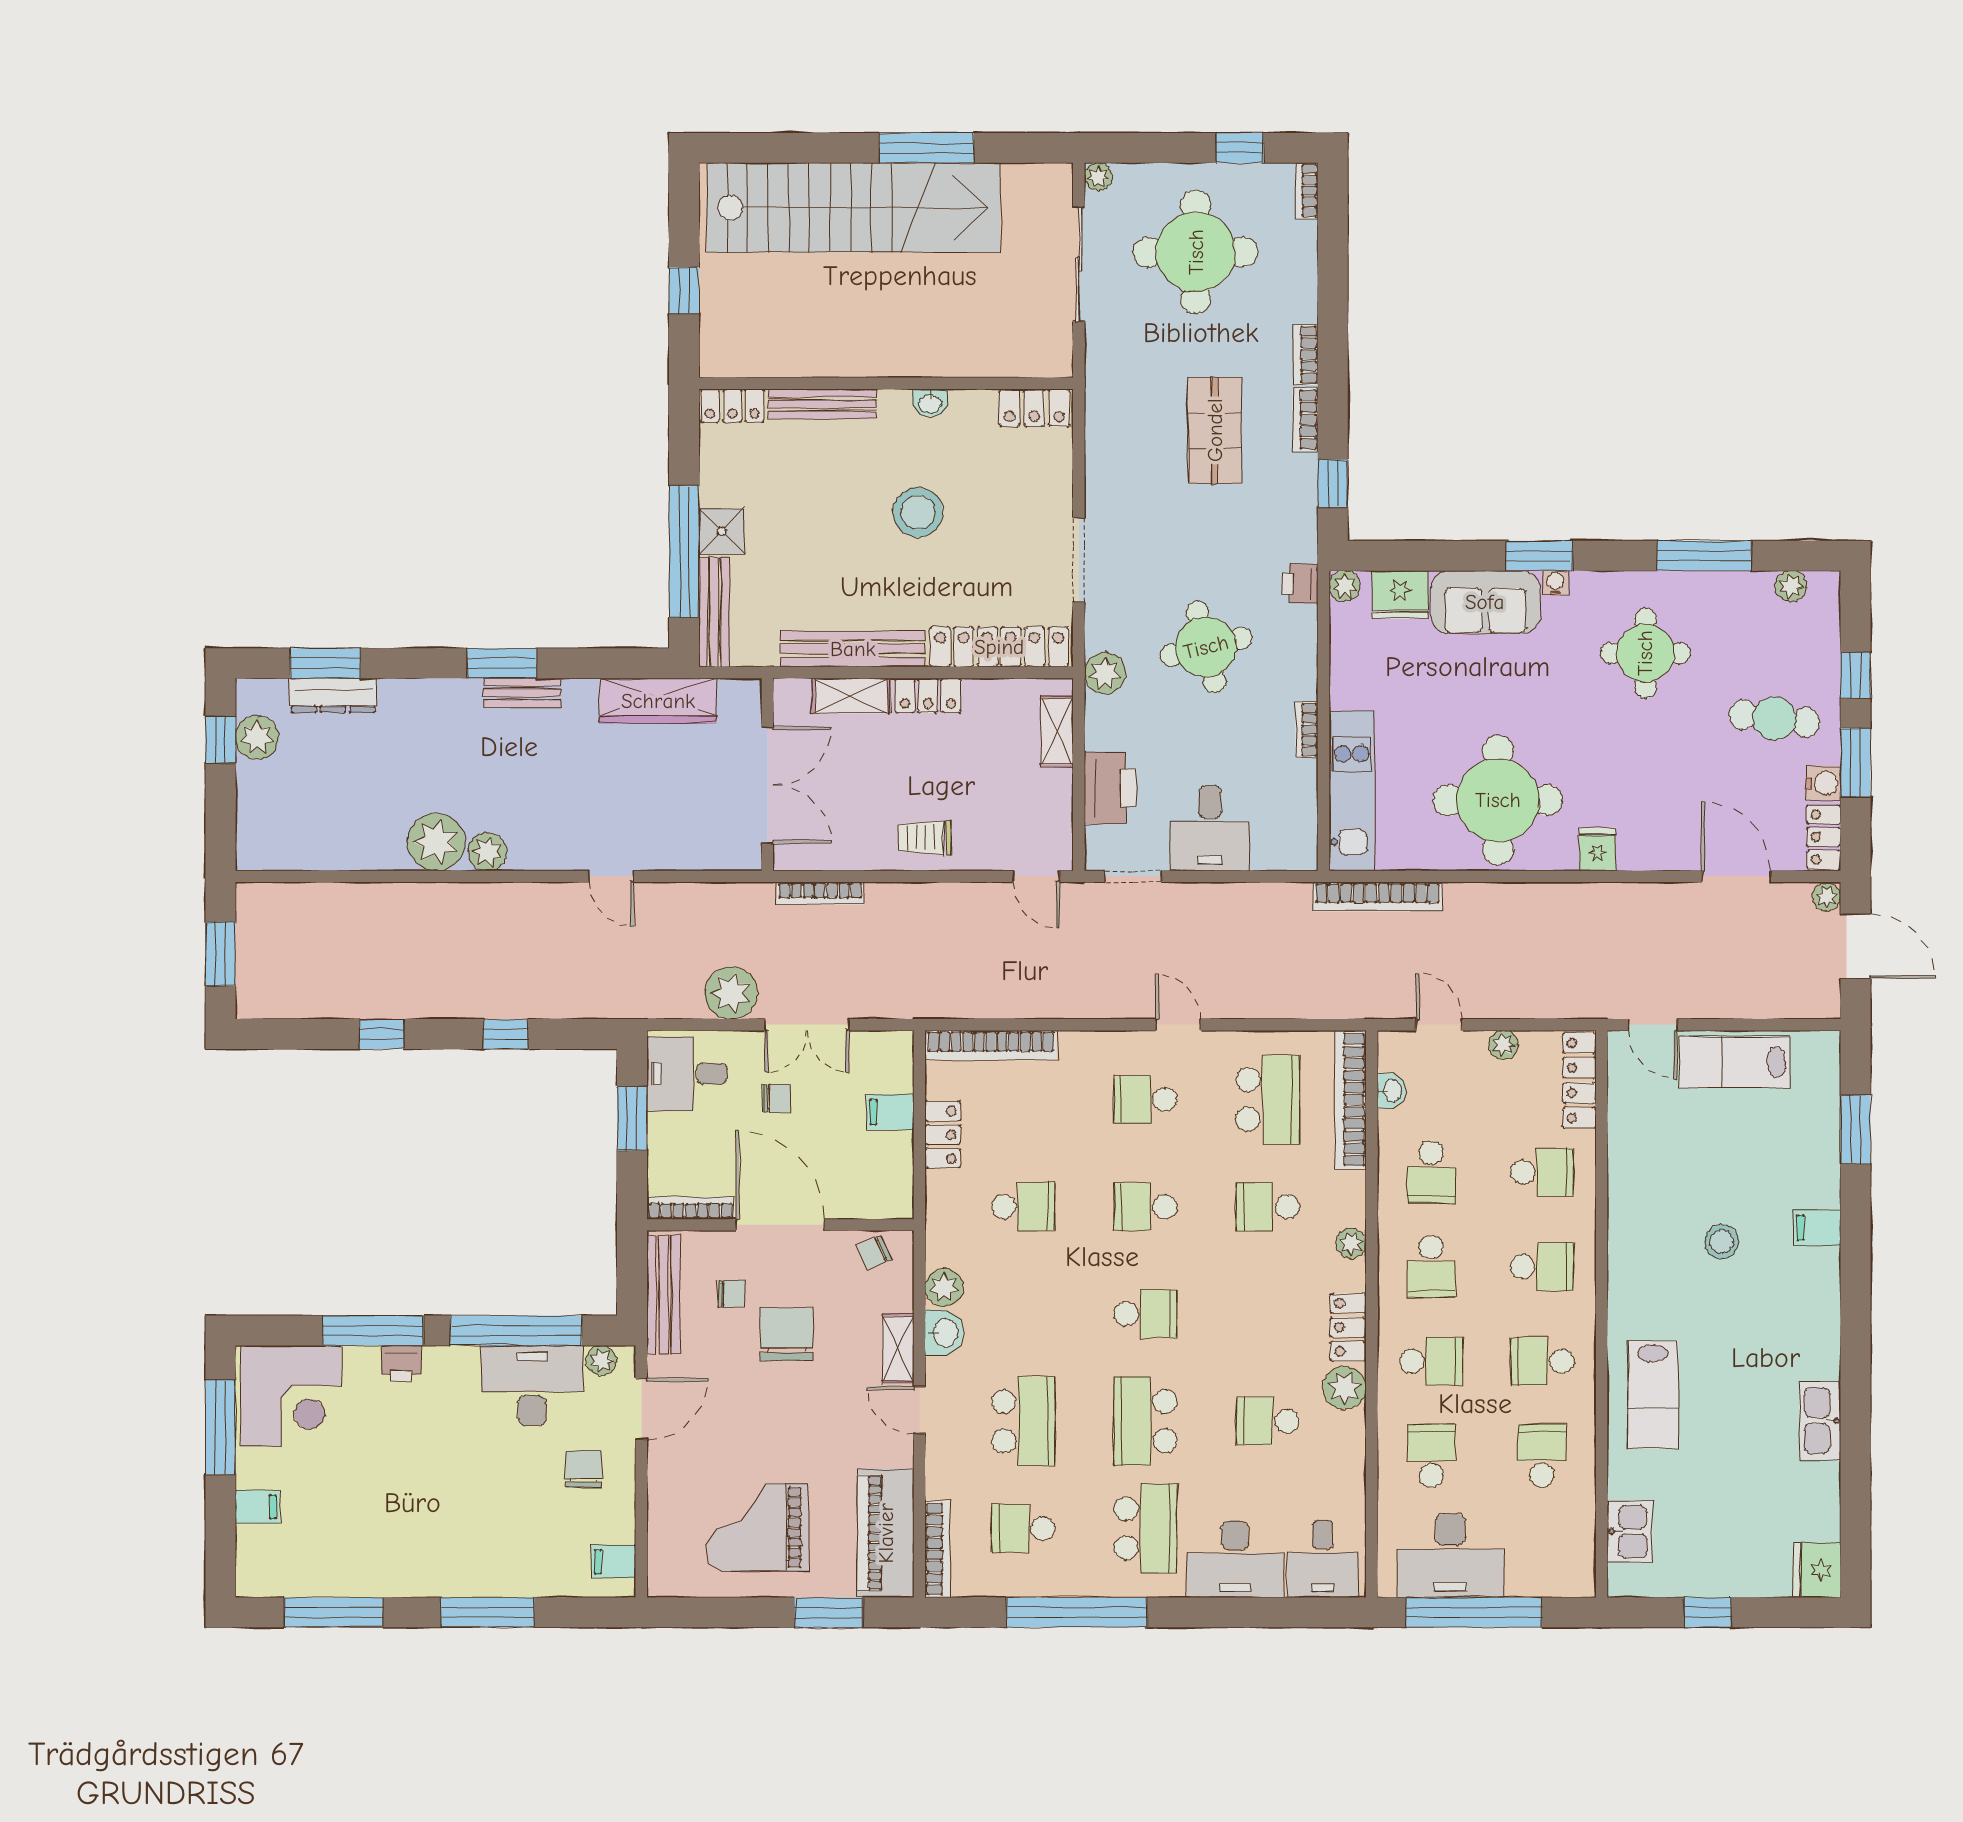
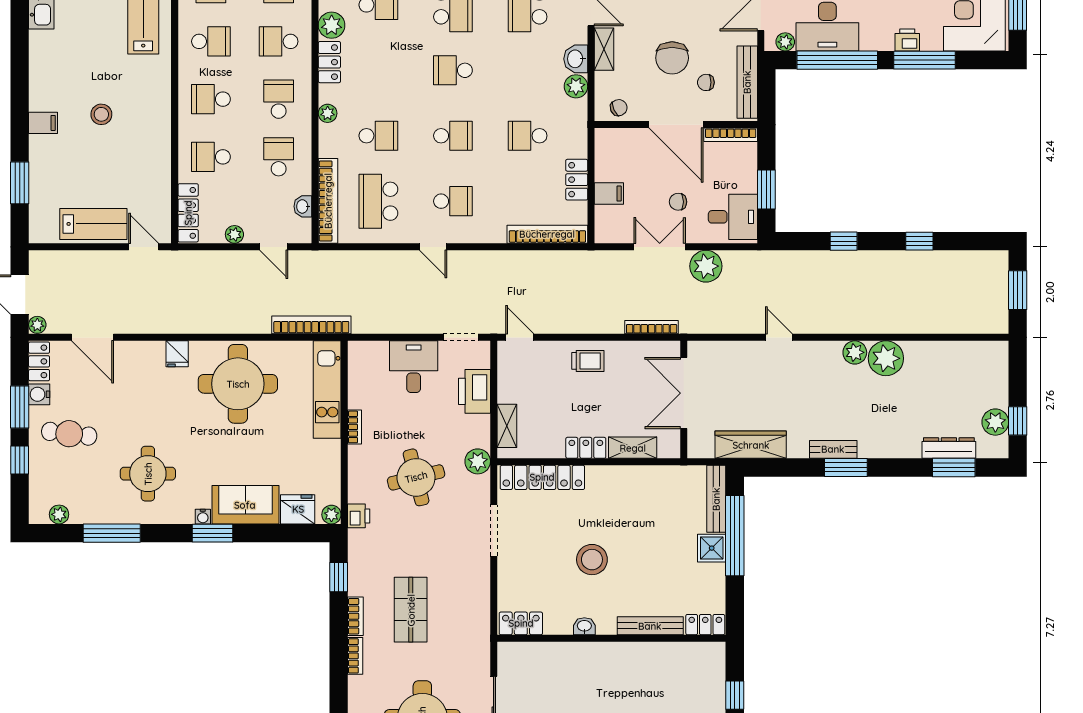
bench: (853, 649) -> (632, 476), removed

